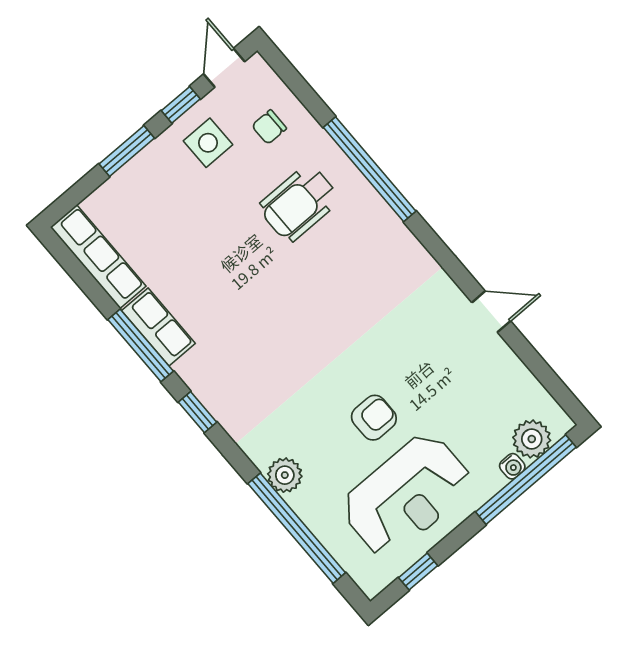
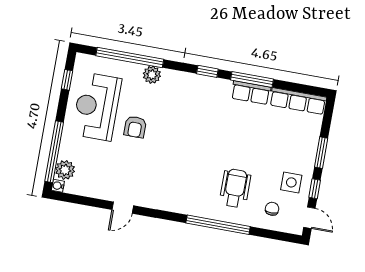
water cooler: (512, 466) -> (58, 186), moved

